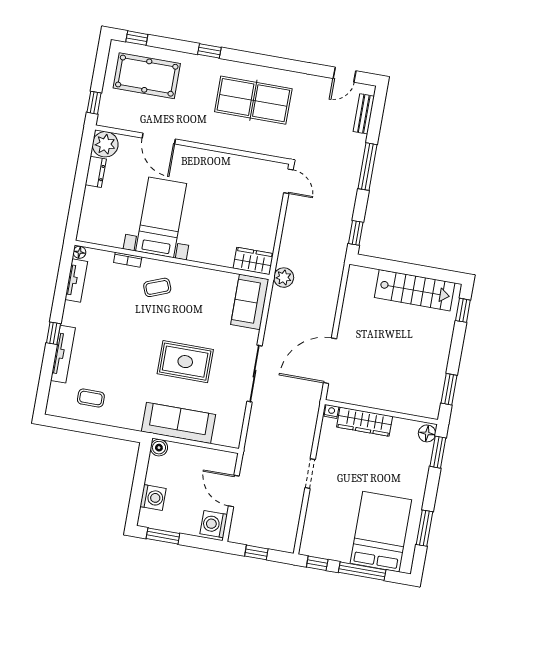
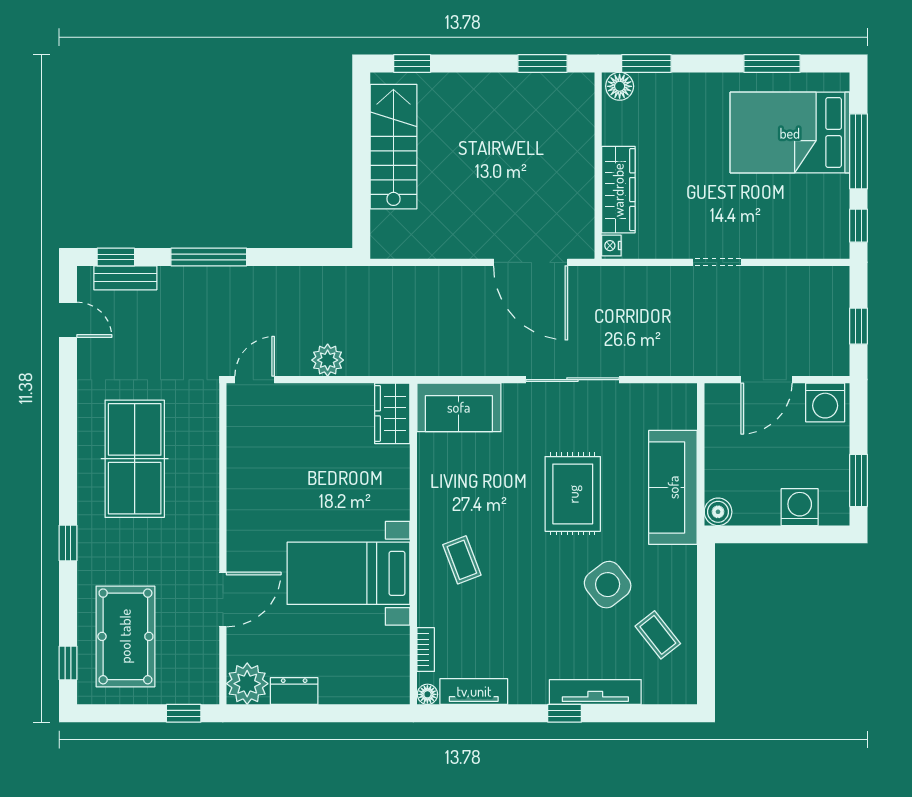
window: (356, 233) -> (116, 257), moved
bookcase: (128, 260) -> (426, 650), moved
plant: (284, 278) -> (328, 360), moved
side table: (127, 373) -> (608, 585), added
coffee table: (91, 398) -> (658, 635), turned -38

